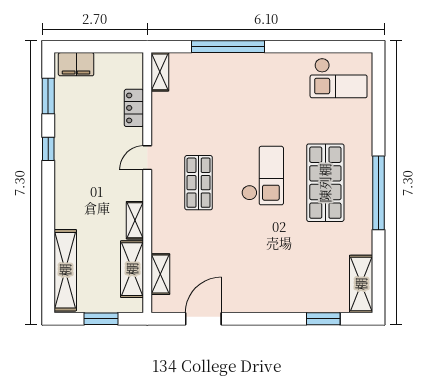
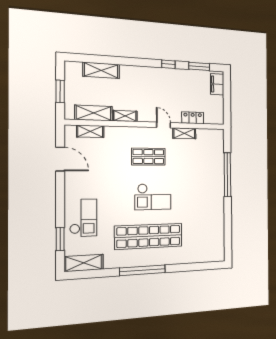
shelving: (160, 72) -> (184, 133), moved
checkout: (339, 78) -> (83, 218), moved, turned 180
shop shelf: (325, 183) -> (149, 236), width x1.40
shelving: (65, 270) -> (101, 70), width x0.68

